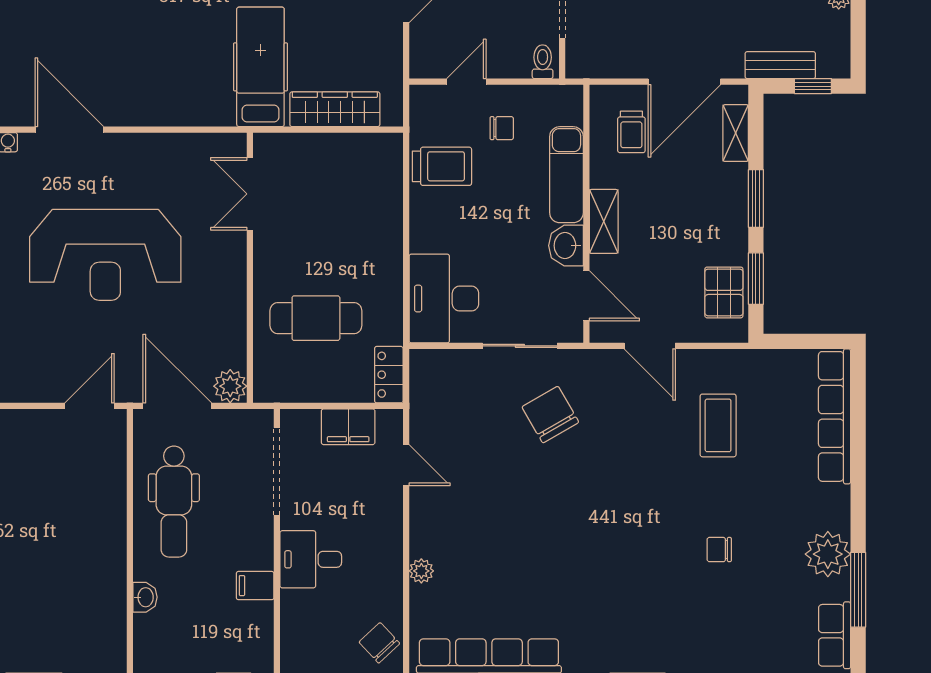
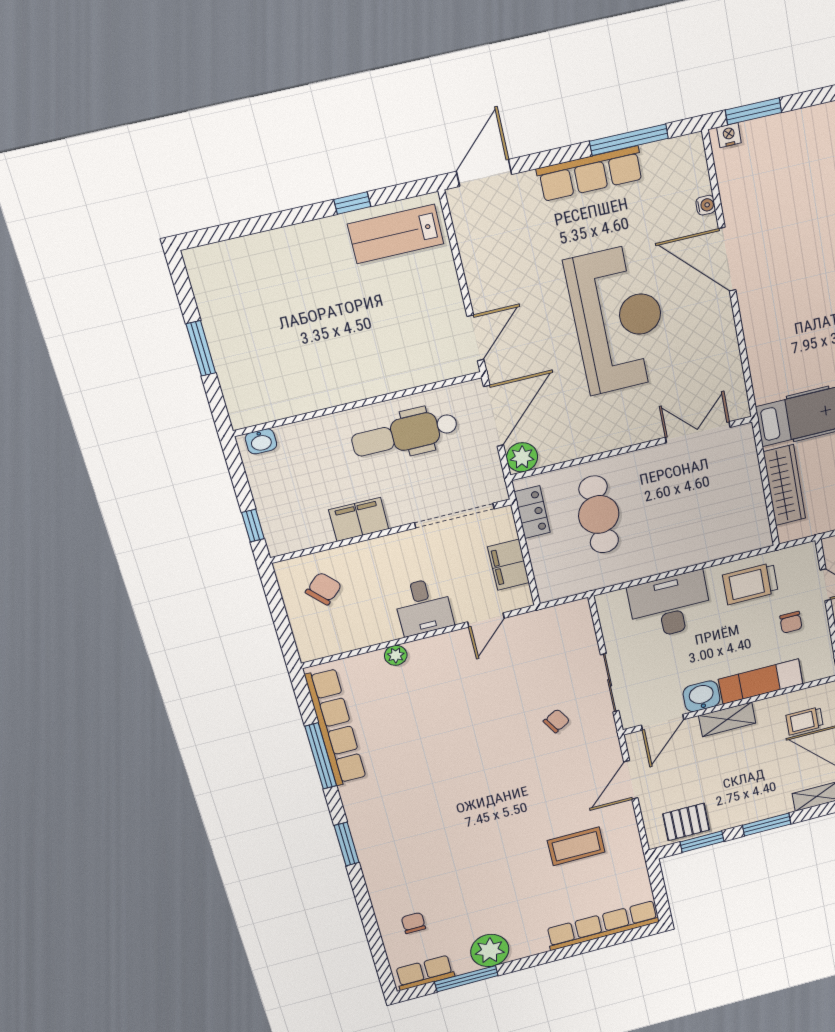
door: (69, 130) -> (727, 259), swing flipped
trolley: (442, 166) -> (750, 584), turned 90
reception desk: (105, 255) -> (618, 319), turned 180
desk: (444, 299) -> (670, 606), moved
locker: (389, 375) -> (532, 512), moved, turned 90
door: (90, 406) -> (476, 338), hinge flipped
chair: (550, 415) -> (556, 721), width x0.54, depth x0.54
chair: (719, 550) -> (413, 923), moved
desk: (311, 559) -> (423, 607), moved, turned 180
filing cabinet: (255, 586) -> (359, 519), width x2.00
washbasin: (145, 597) -> (261, 441), moved
chair: (379, 643) -> (324, 589), moved

